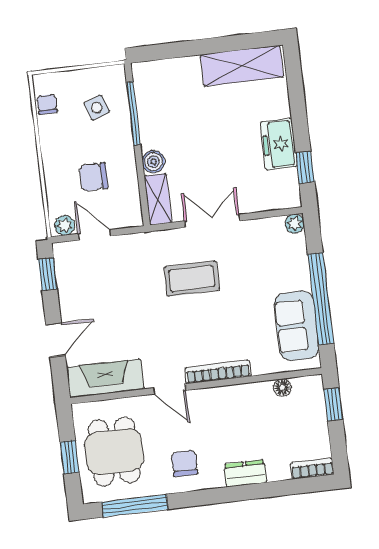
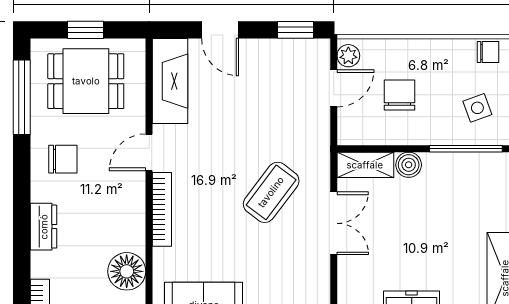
coffee table: (192, 279) -> (271, 192), turned 37
floor lamp: (282, 387) -> (127, 271), width x1.89, depth x1.89

